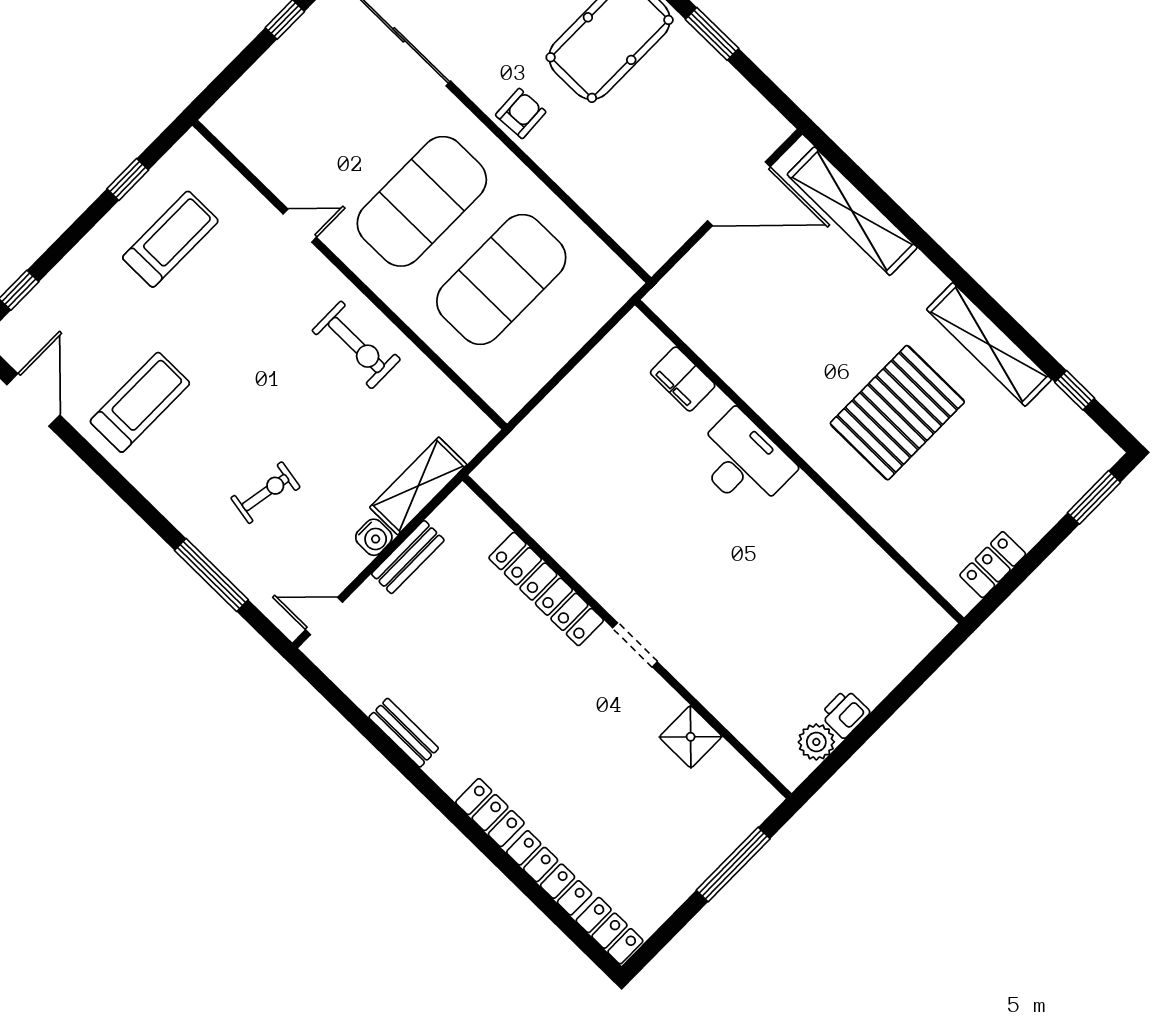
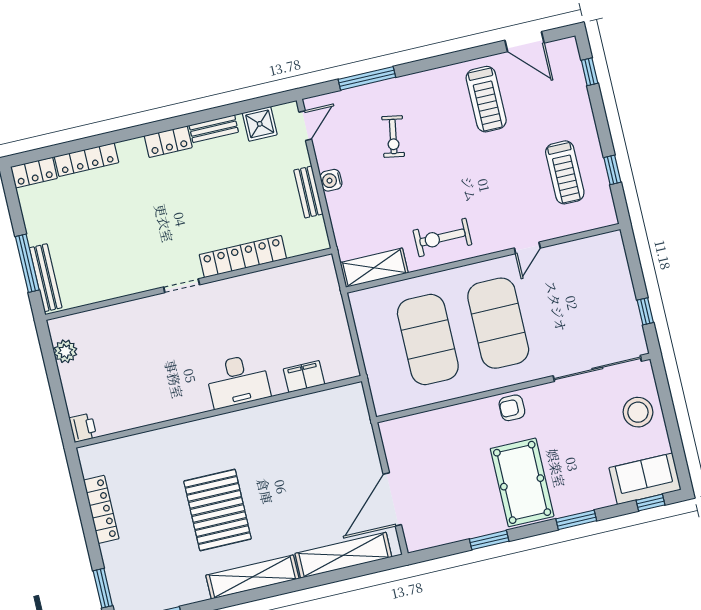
armchair: (521, 113) -> (512, 408), turned 93
shelving: (989, 344) -> (252, 577), moved
filing cabinet: (683, 379) -> (304, 377), moved
wall: (799, 461) -> (218, 412), moved
desk: (743, 462) -> (238, 381), moved
shelving: (418, 486) -> (374, 268), moved, turned 90
locker: (993, 565) -> (101, 509), width x1.53
printer: (845, 713) -> (83, 428), moved
shower: (691, 737) -> (260, 124), moved
locker: (490, 813) -> (168, 142), moved
bench: (737, 829) -> (46, 278), added

